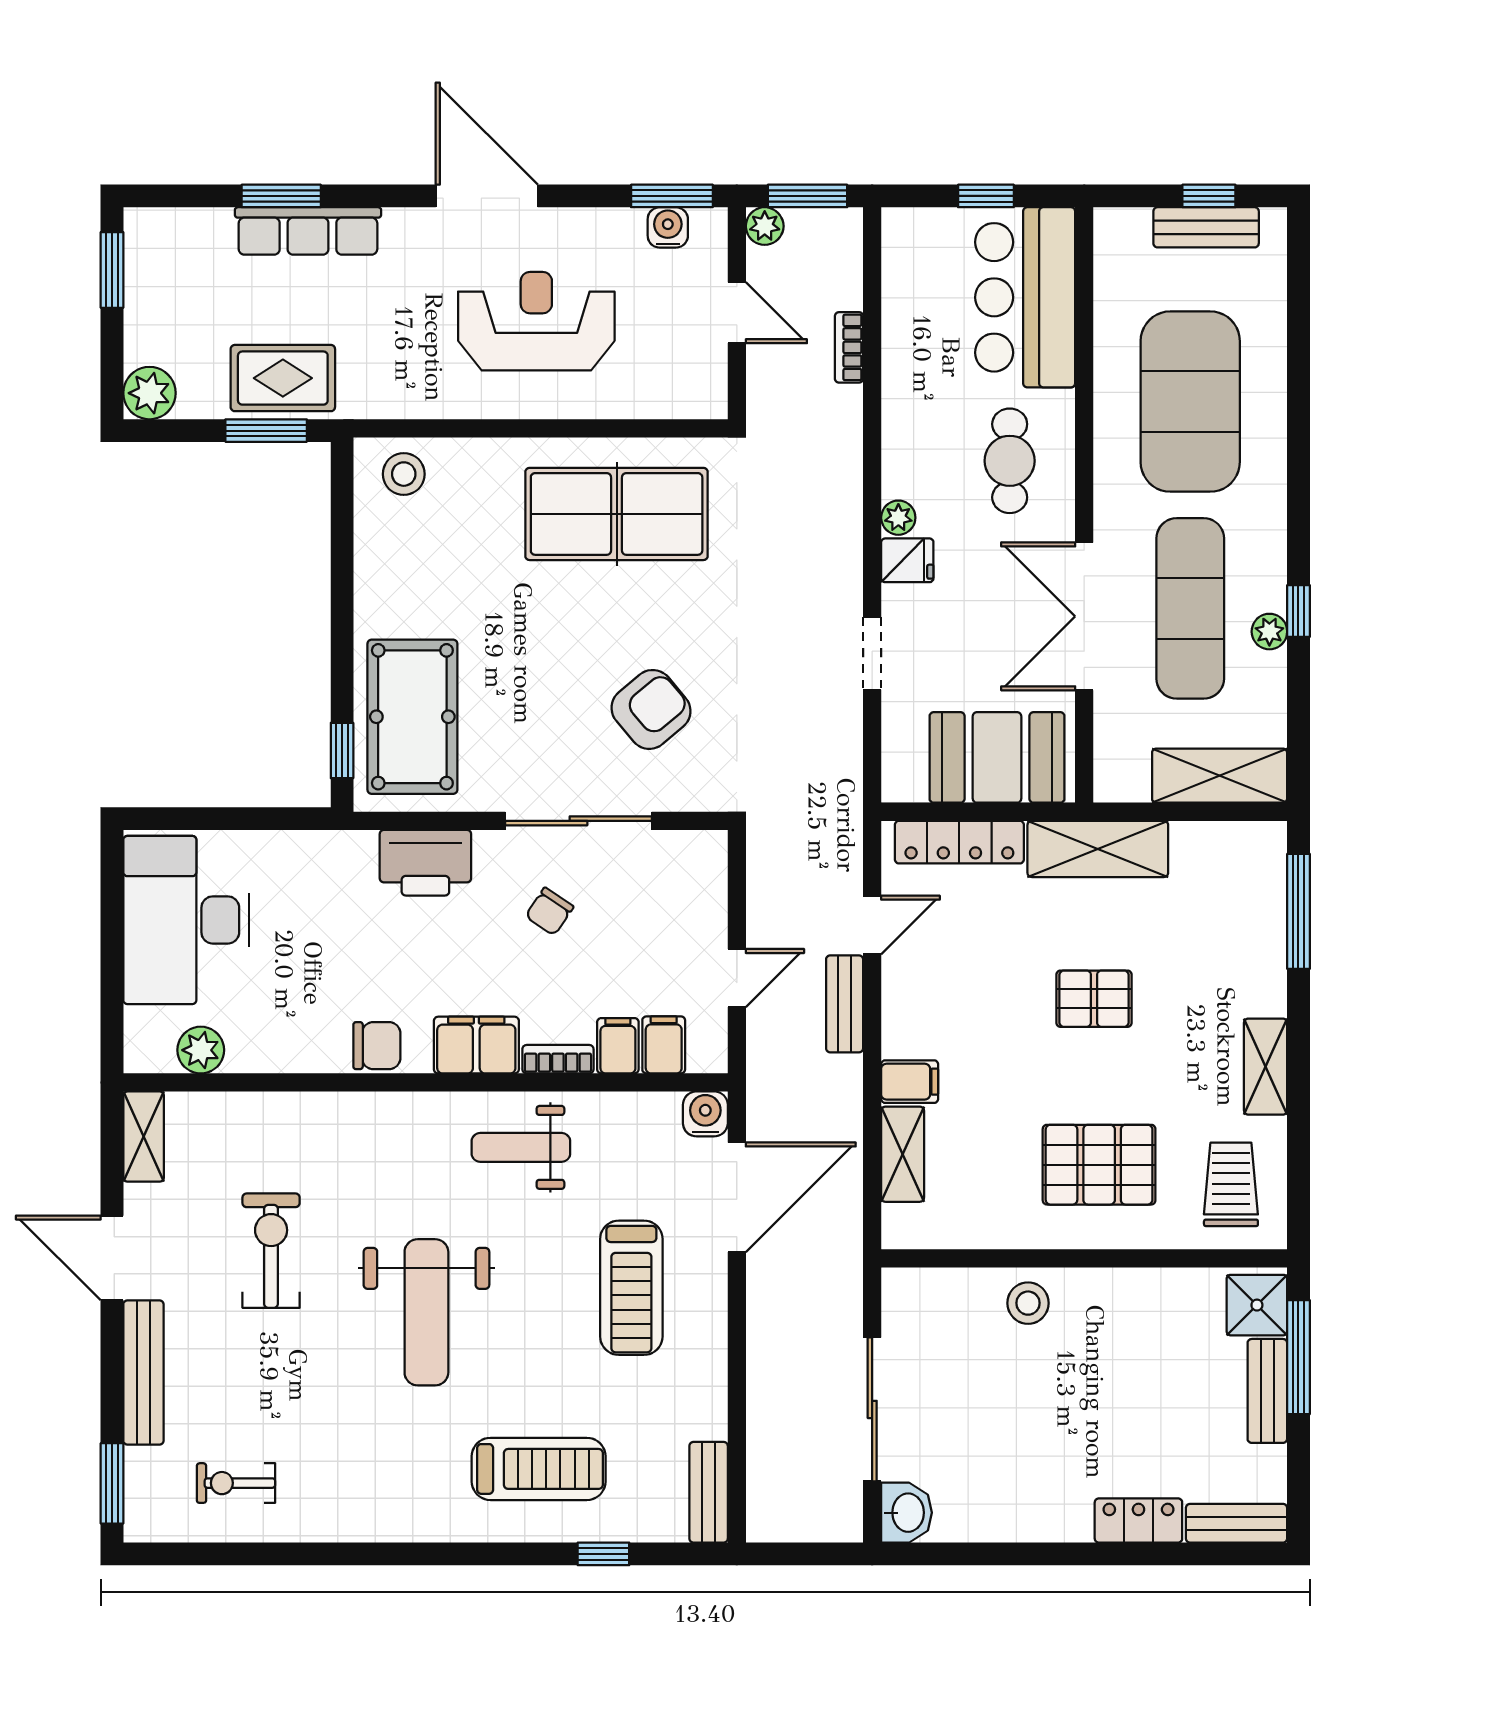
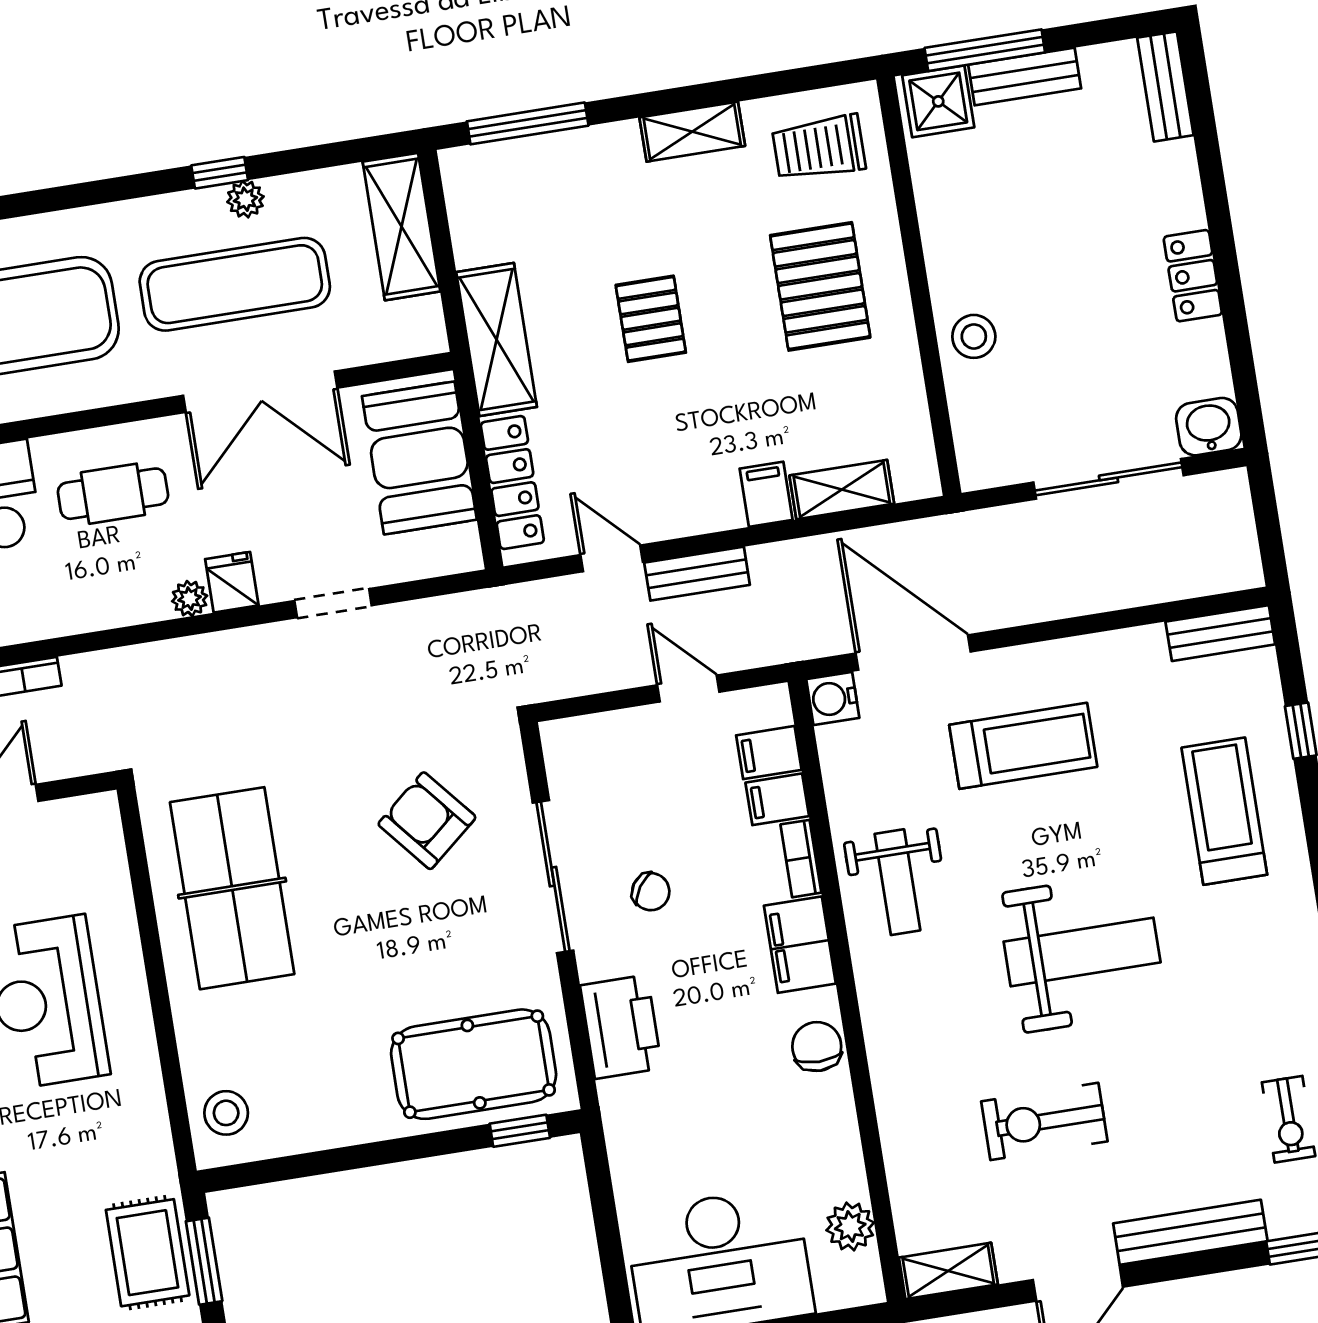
locker: (1138, 1520) -> (1193, 276), moved

